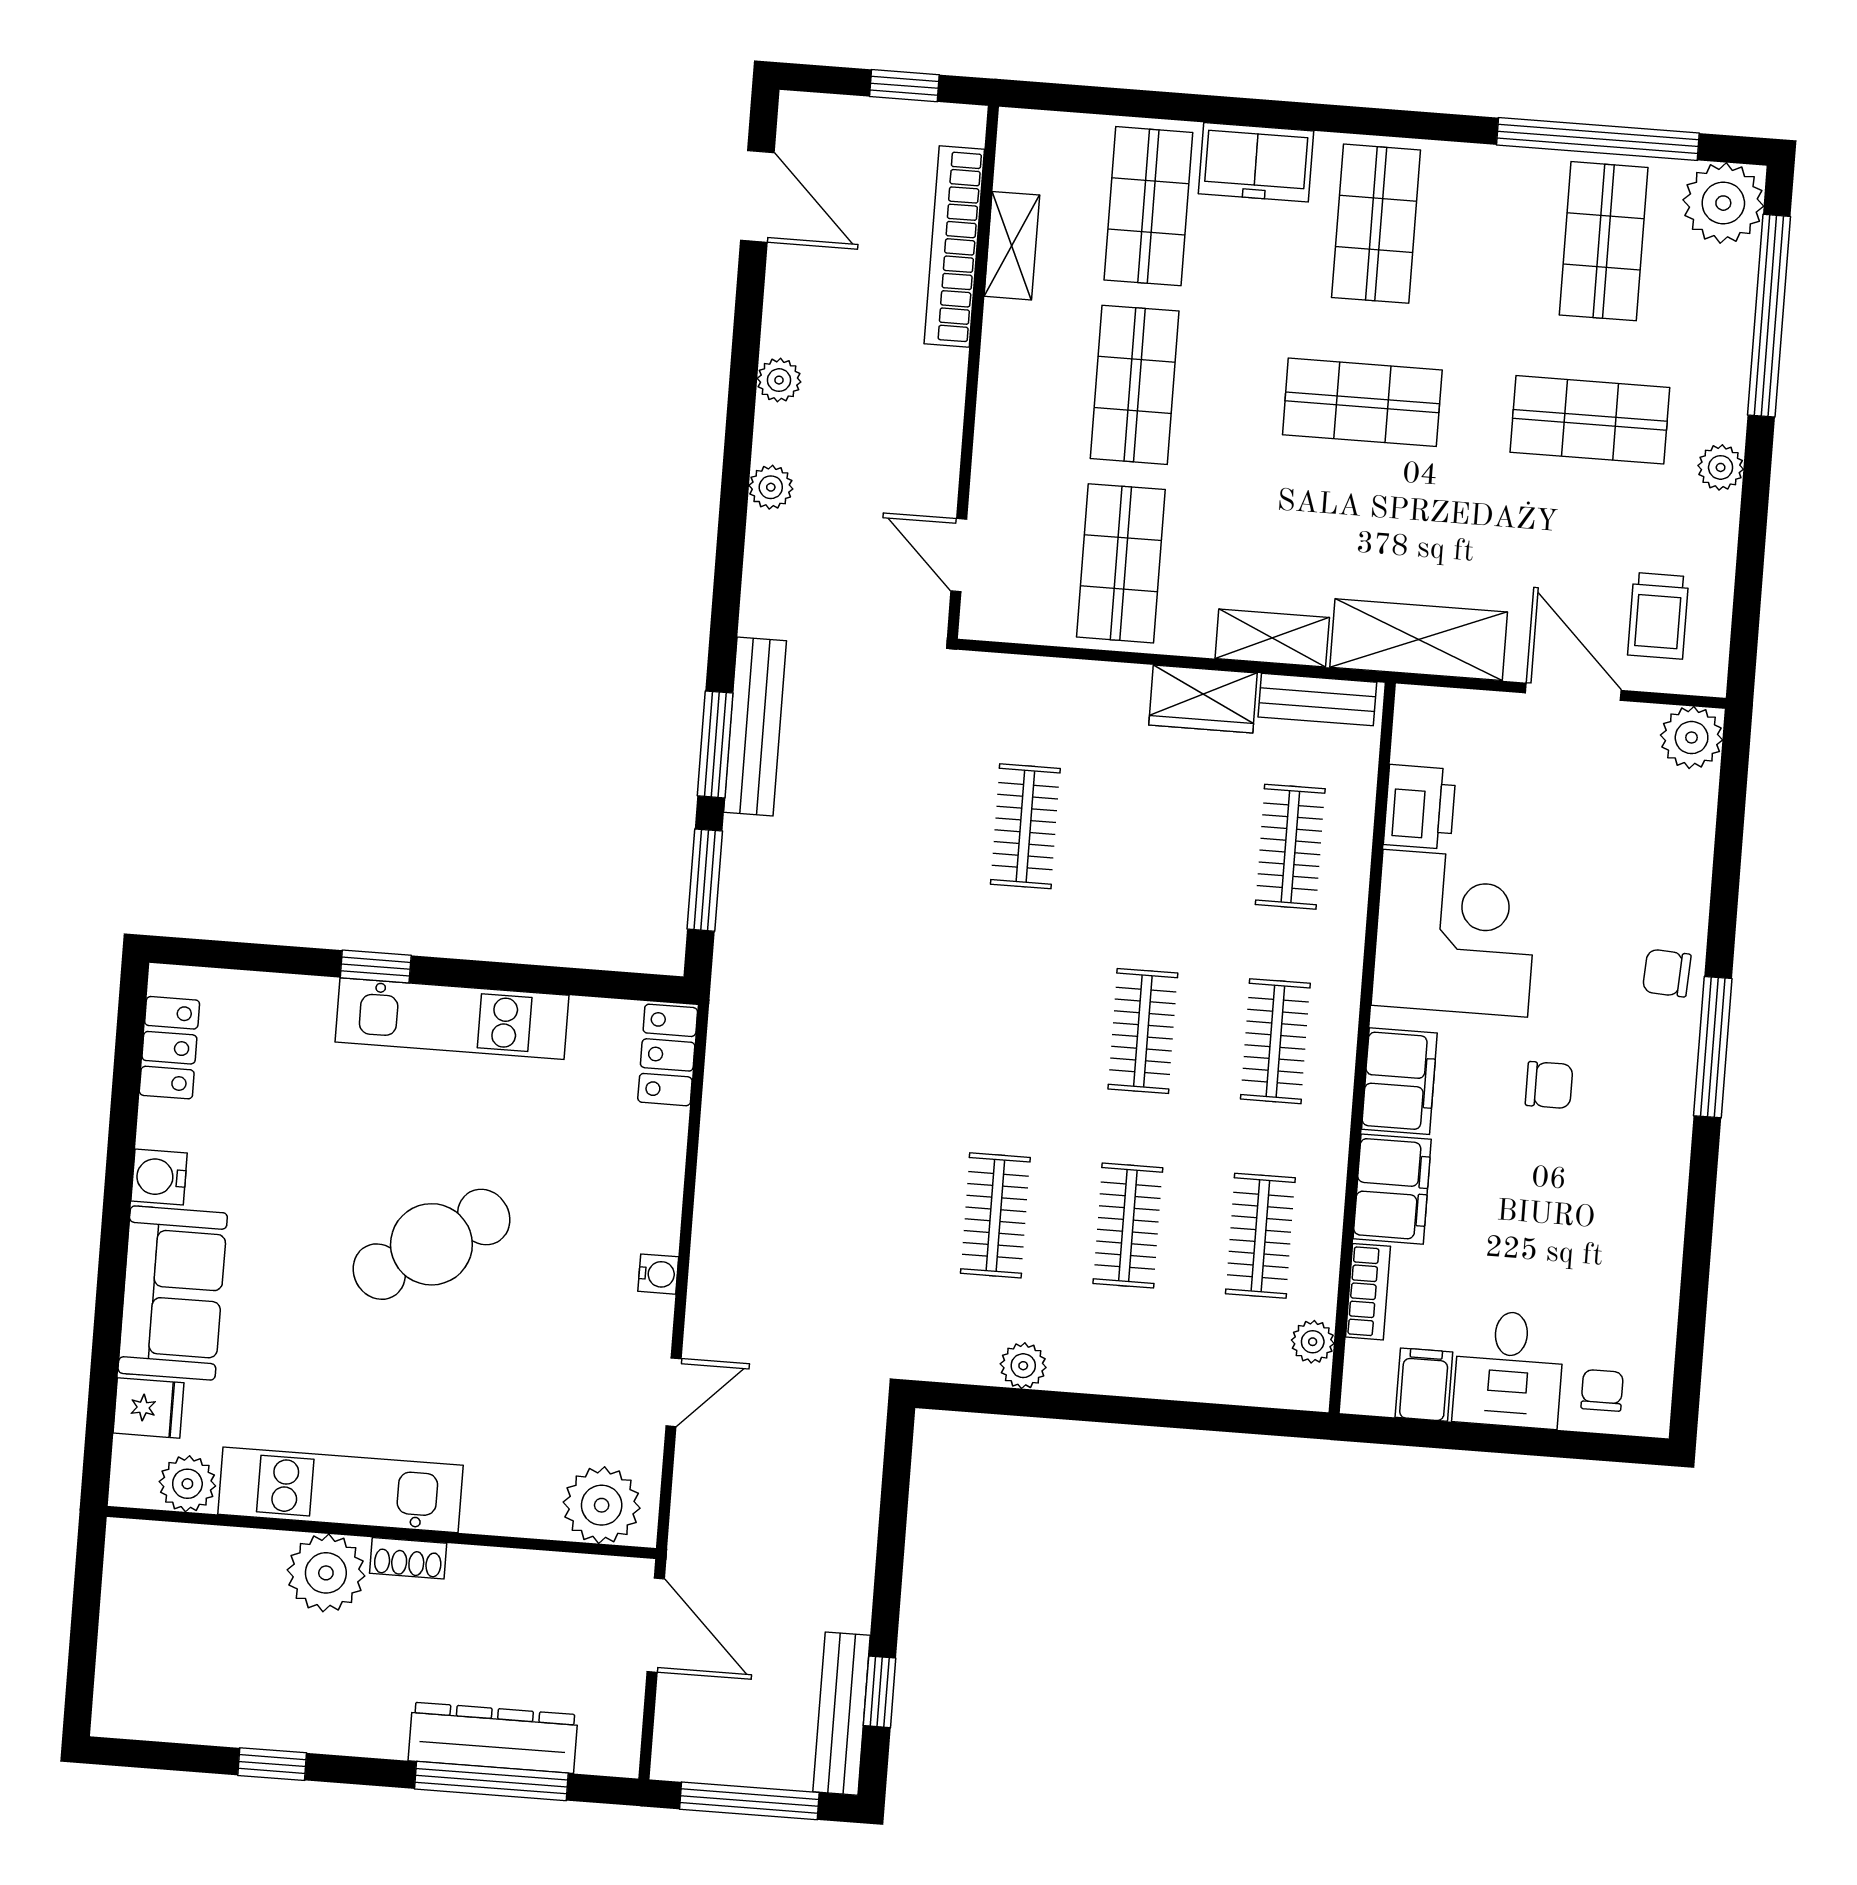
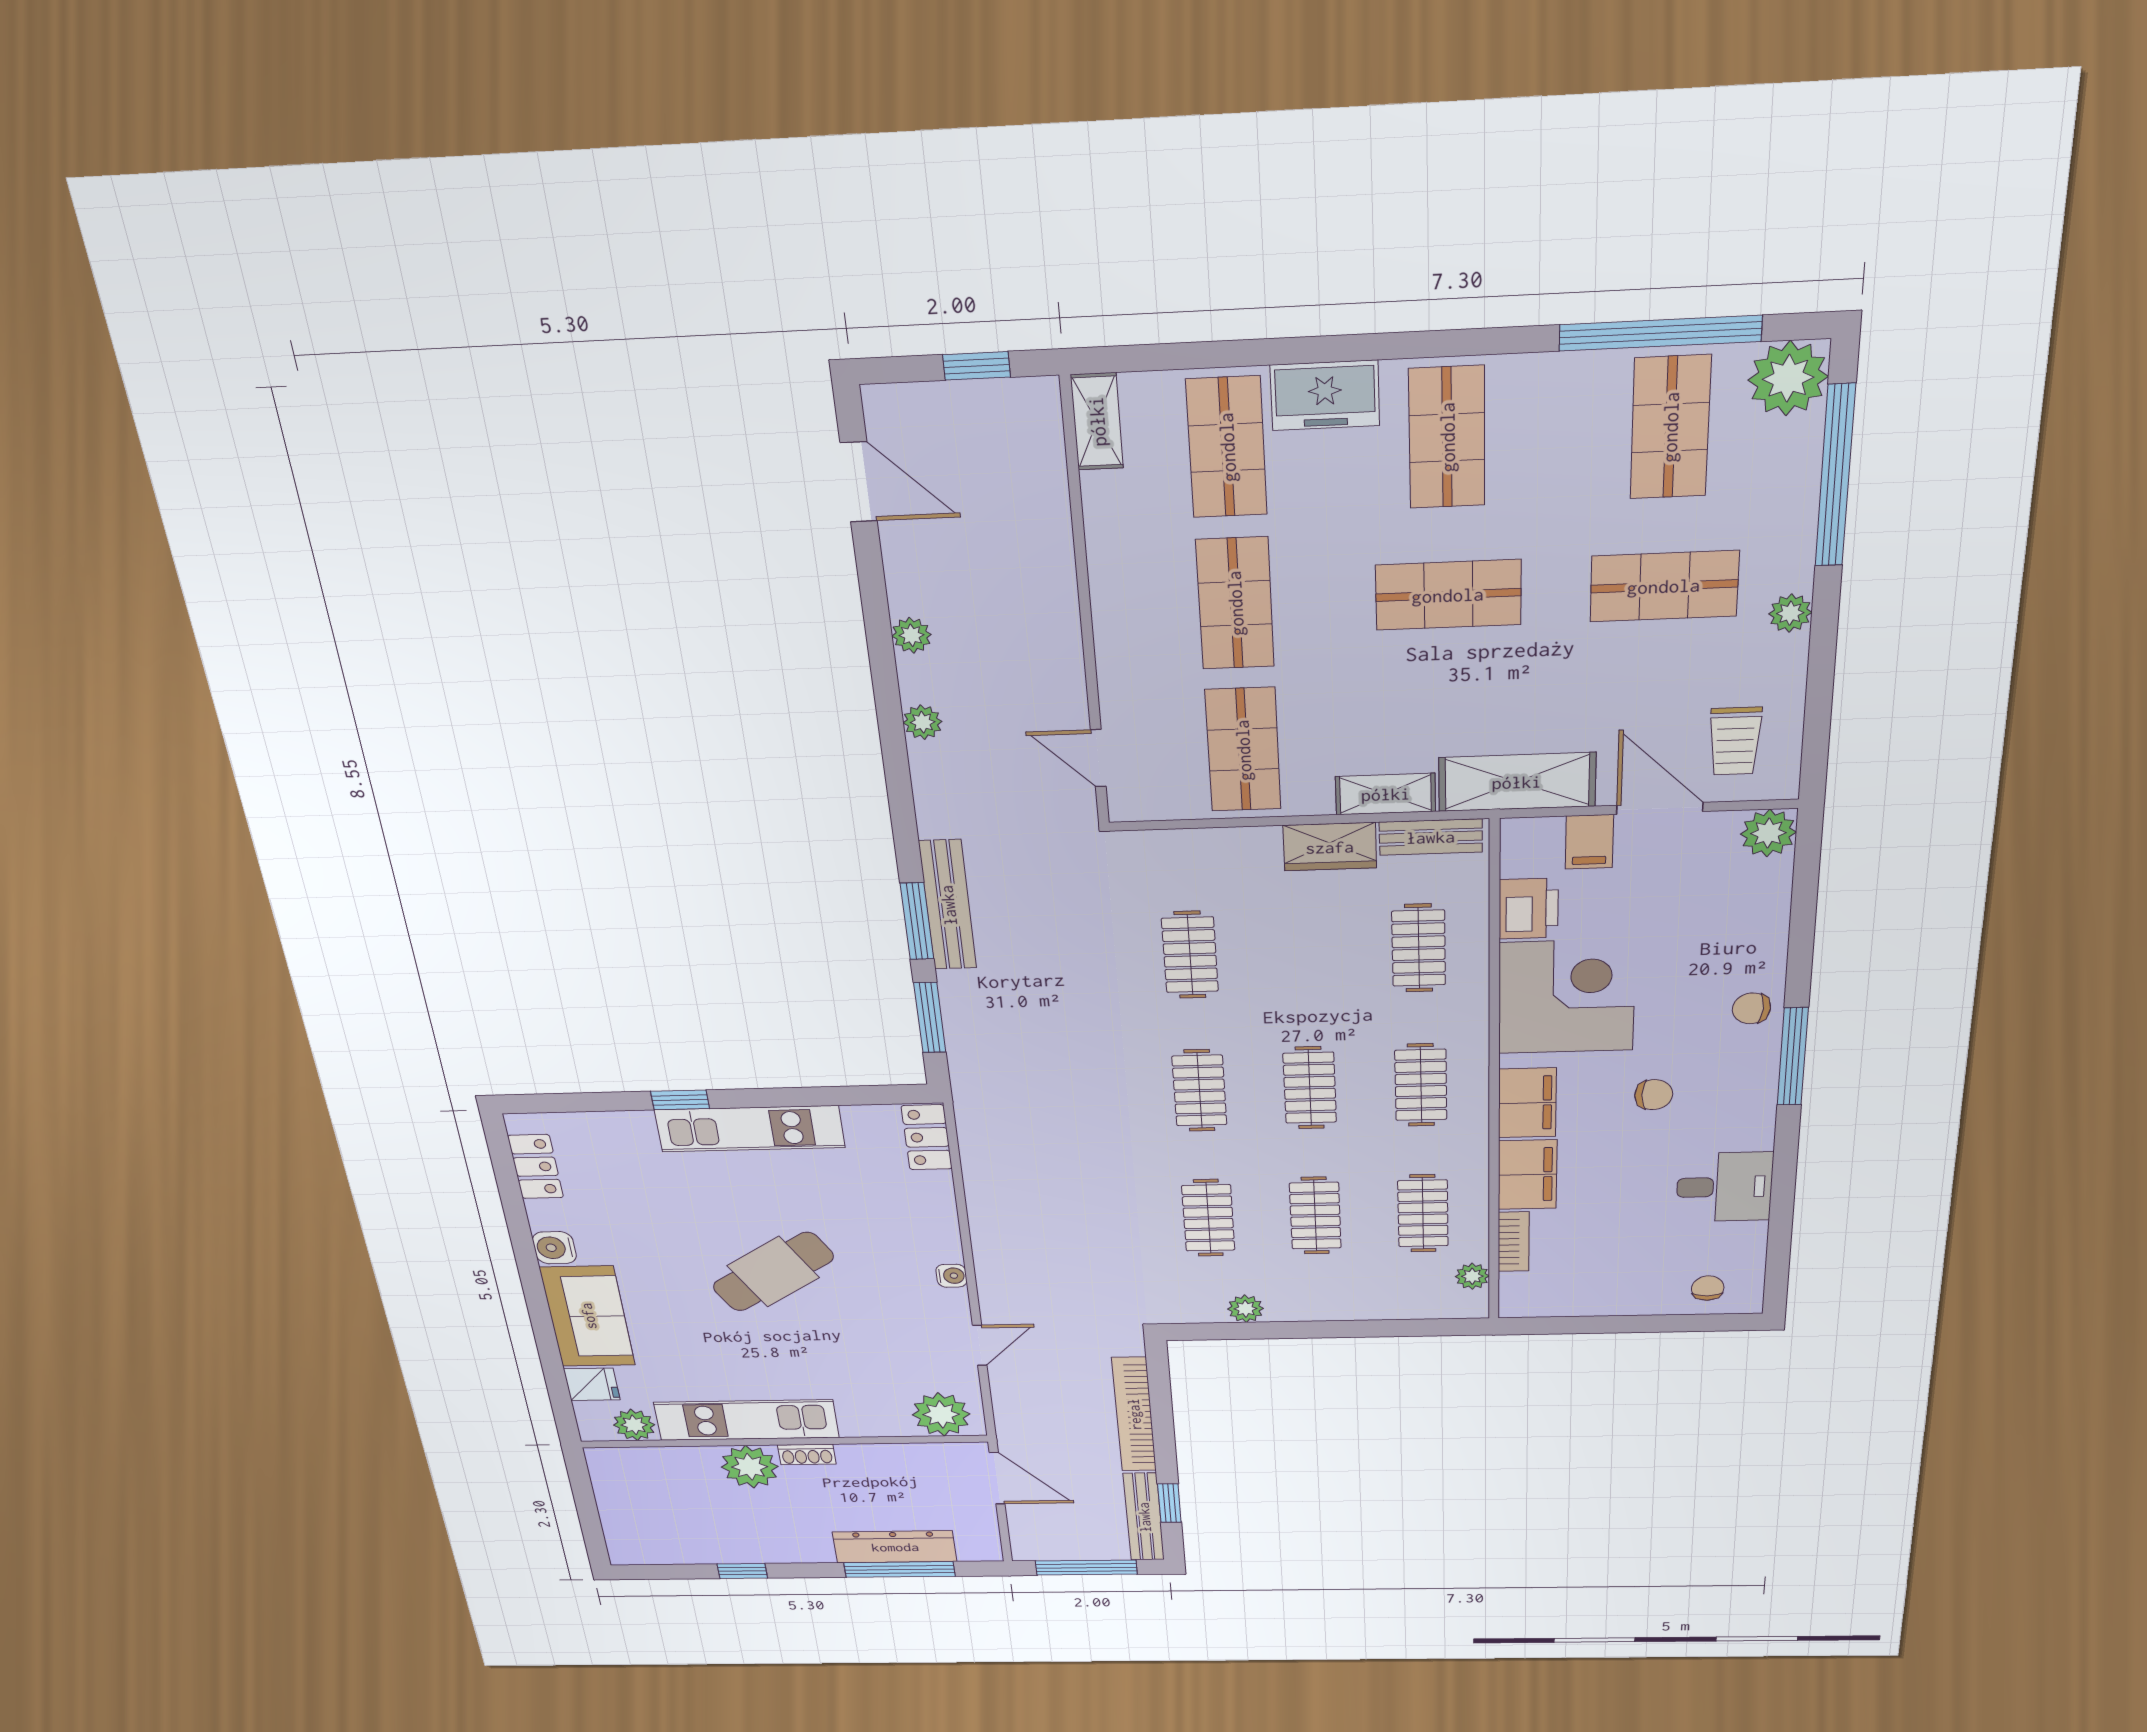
bookcase: (954, 246) -> (1134, 1414), moved
shelving: (1012, 246) -> (1097, 421), moved
clothes rail: (1010, 1021) -> (1199, 1091), added
desk: (1509, 1369) -> (1724, 1187), moved, turned -90
filing cabinet: (1424, 1385) -> (1589, 842), moved, turned 180

